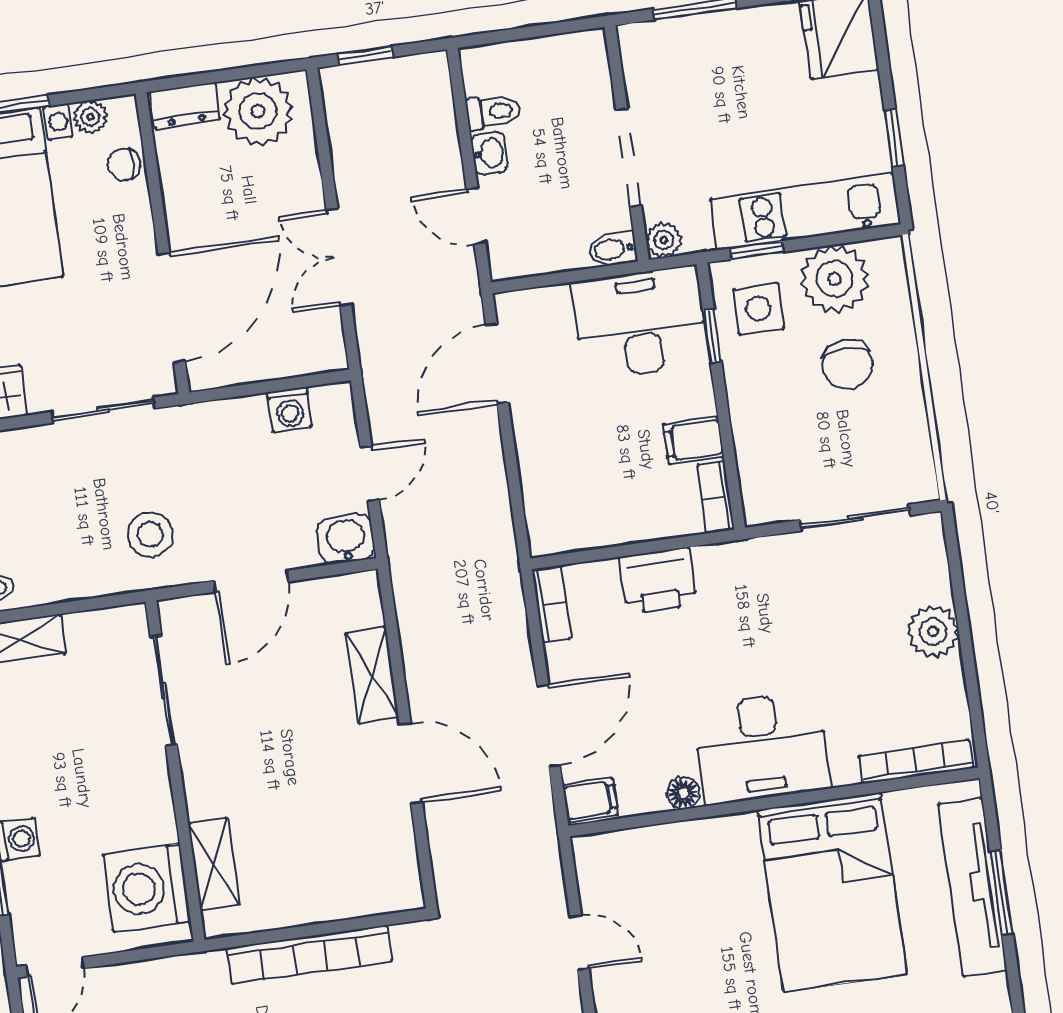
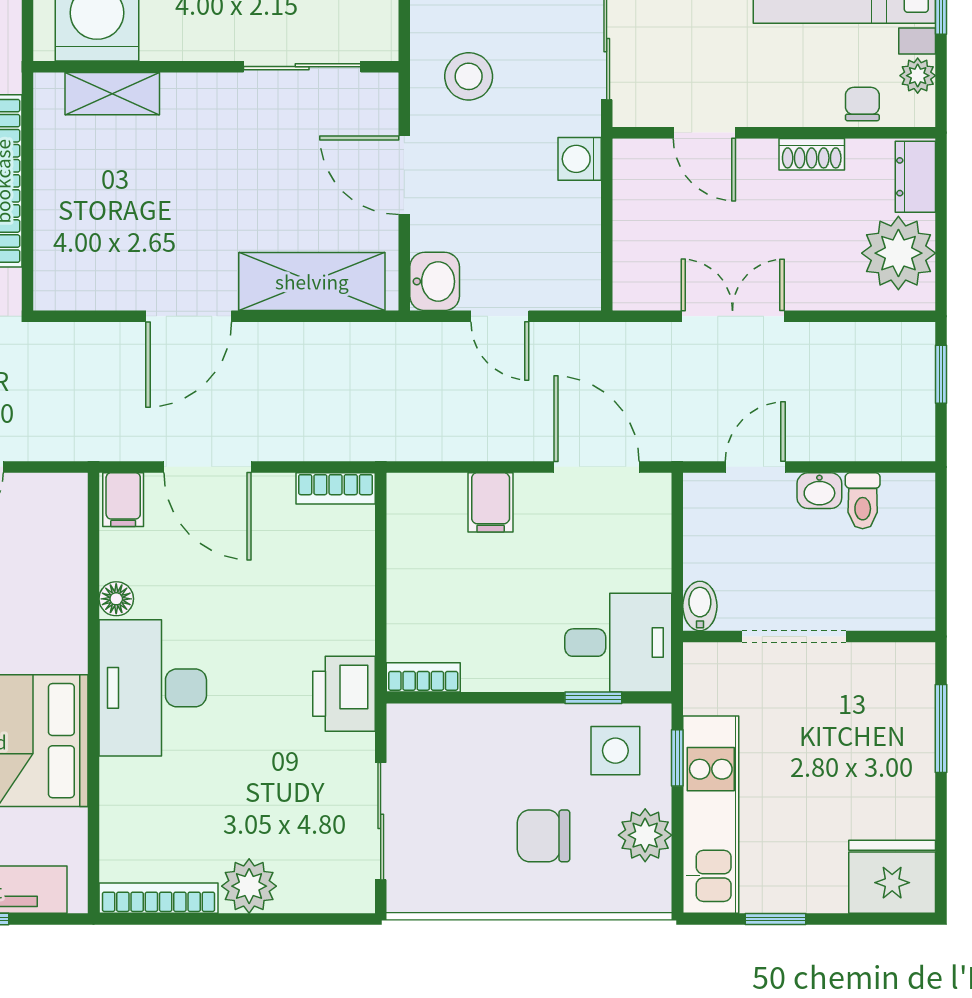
shoe rack: (177, 205) -> (812, 154), added
plant: (664, 240) -> (702, 661), removed
plant: (834, 279) -> (645, 835), width x0.73, depth x0.73
door: (172, 308) -> (704, 133), width x0.53
desk: (640, 323) -> (618, 643), width x0.73
washing machine: (290, 409) -> (580, 159), moved
filing cabinet: (693, 441) -> (491, 502), moved, turned 180
printer: (658, 581) -> (344, 694), moved
shelving: (372, 675) -> (312, 281), width x1.50, depth x1.33
bookcase: (916, 762) -> (159, 898), moved, turned -90

